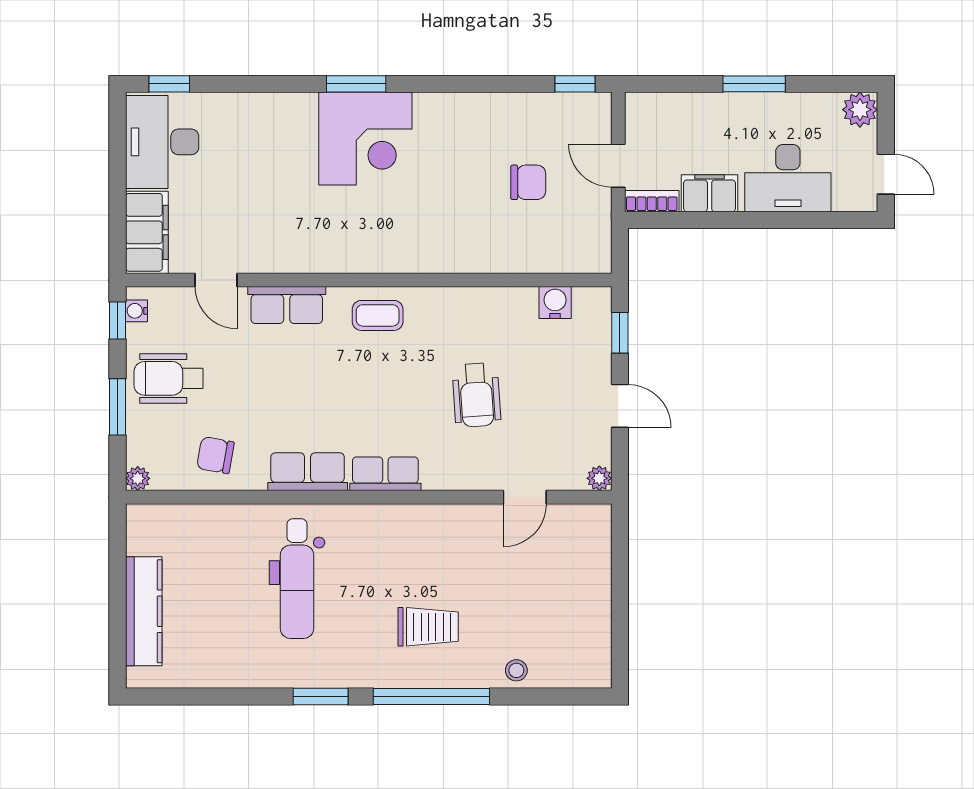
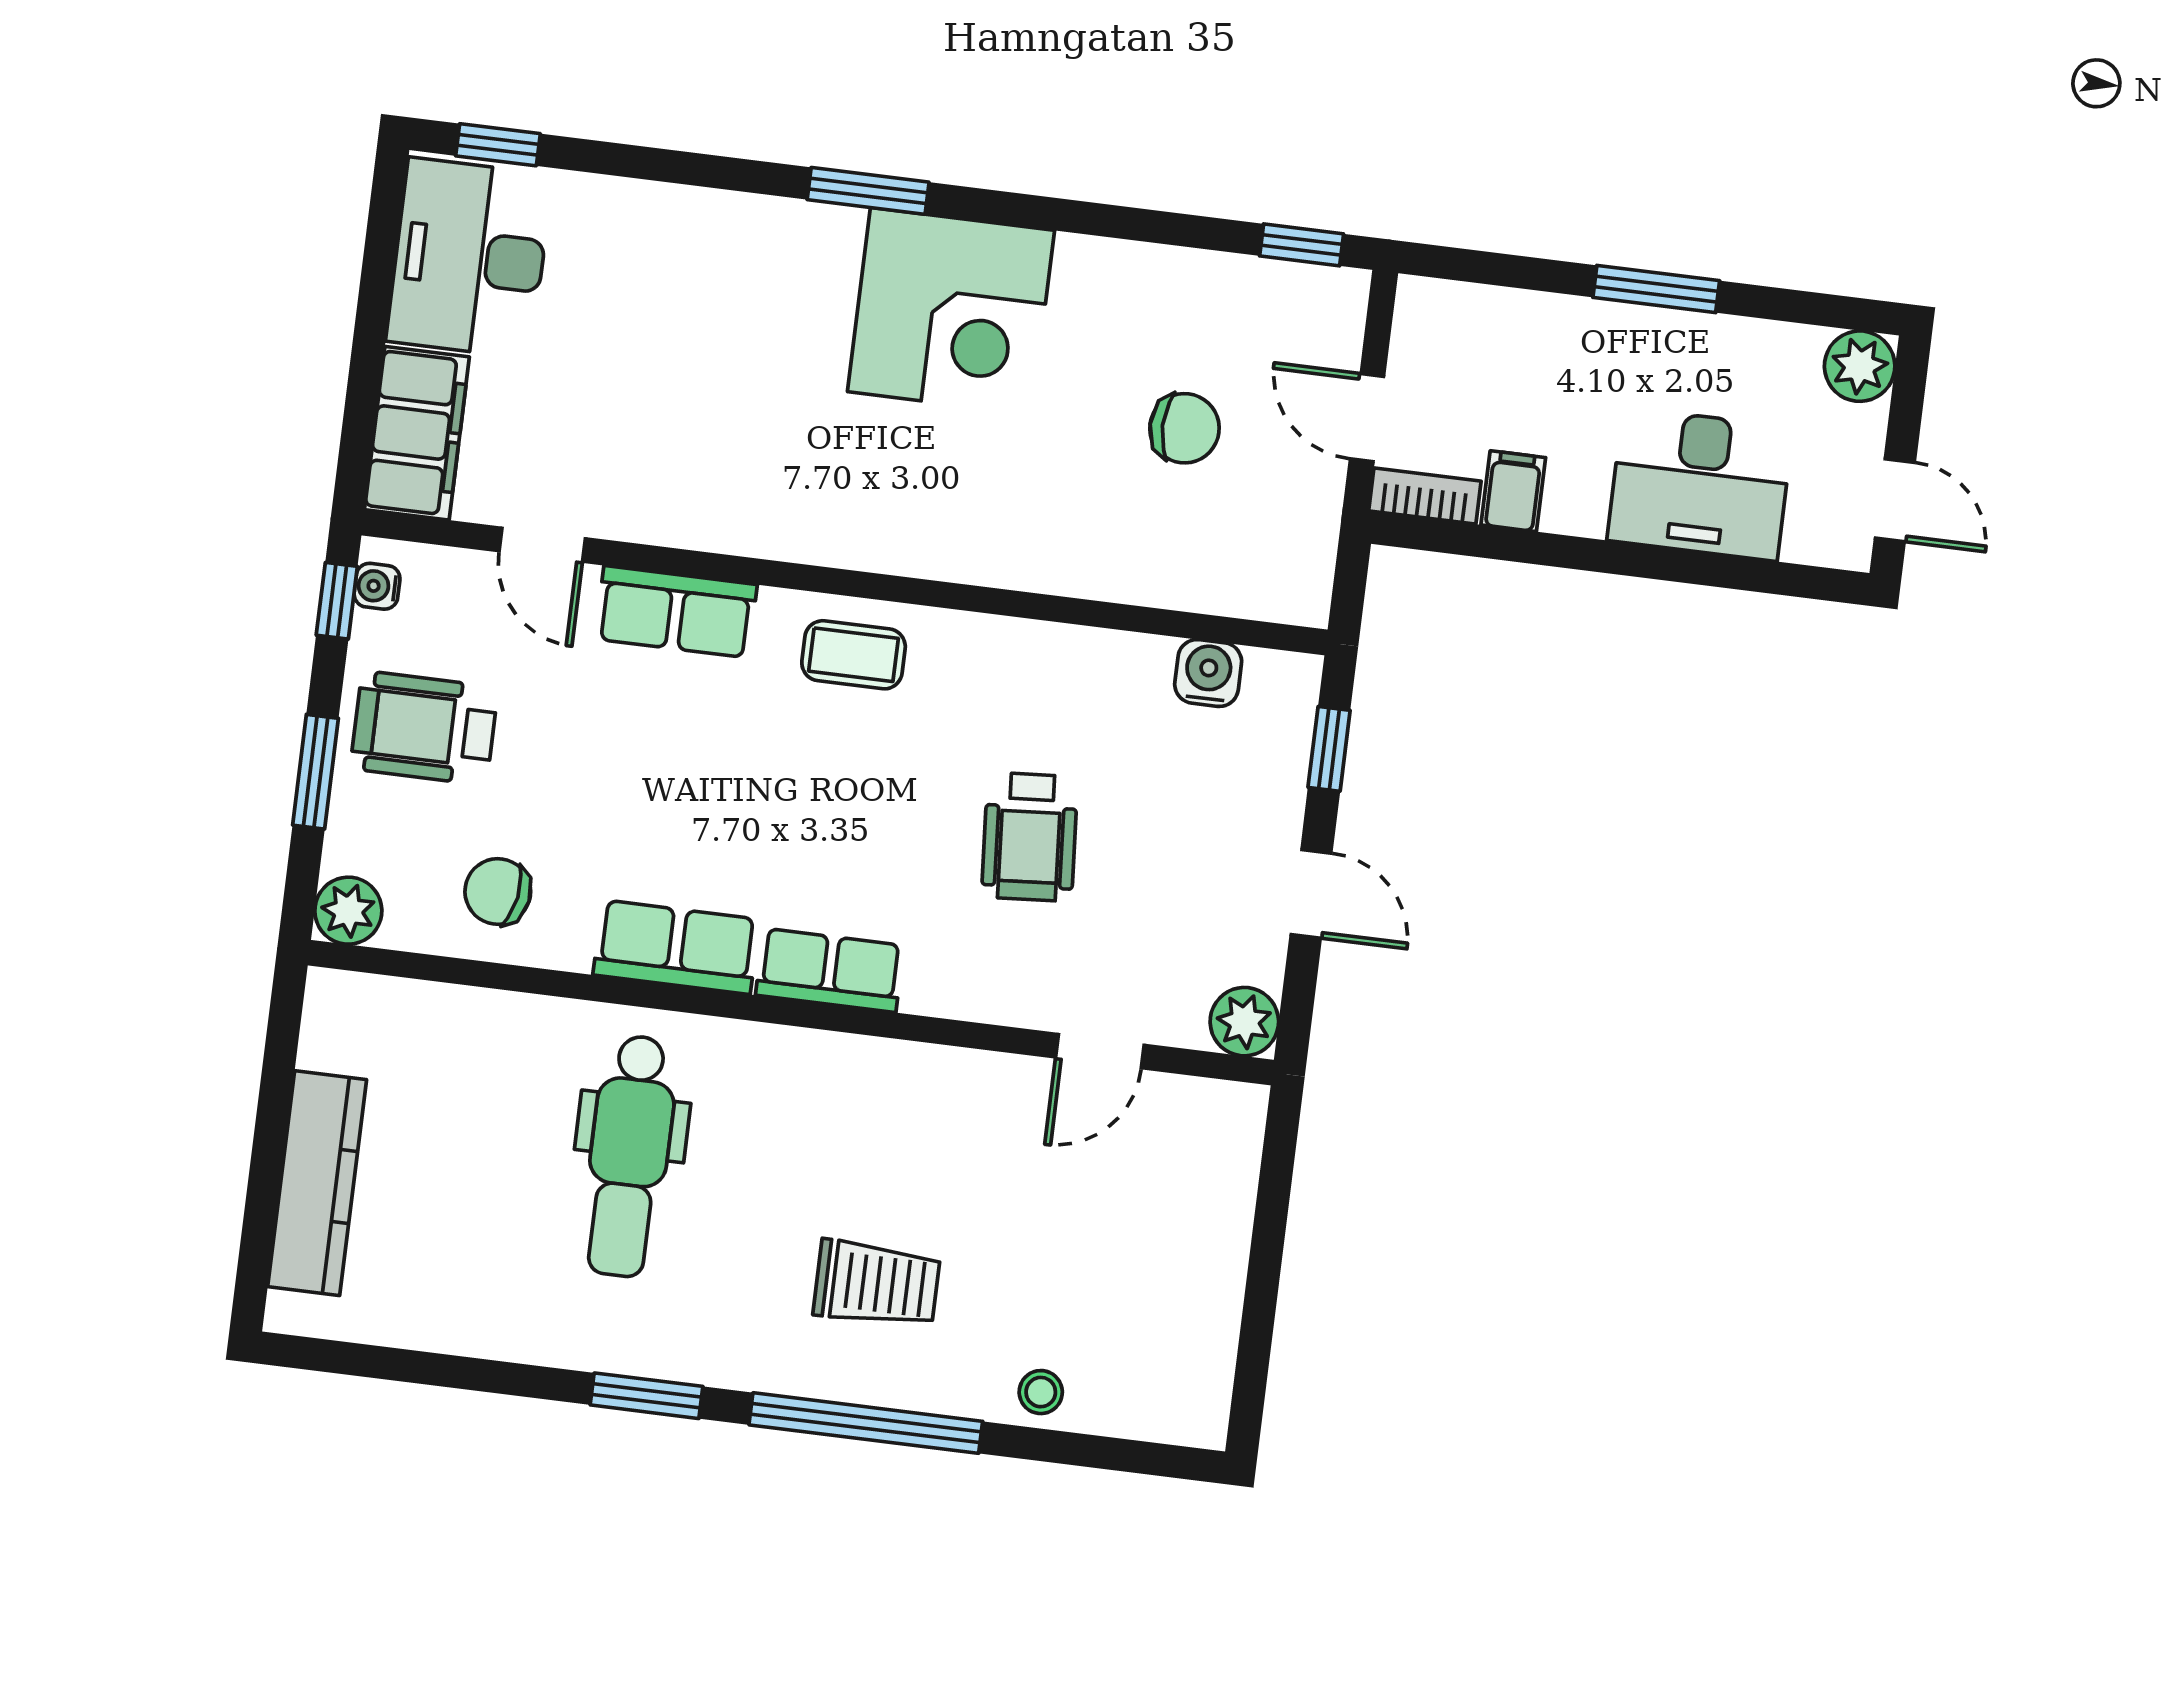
corner desk: (365, 138) -> (951, 311), moved
filing cabinet: (710, 193) -> (1513, 491), width x0.50
plant: (138, 478) -> (348, 911), width x1.38, depth x1.38
plant: (599, 478) -> (1244, 1022), width x1.38, depth x1.38

